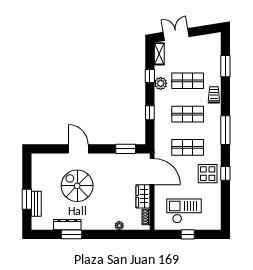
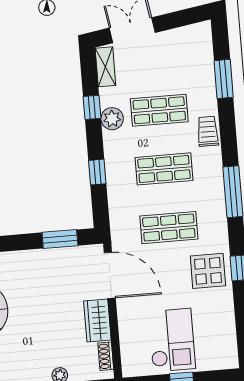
checkout: (184, 211) -> (172, 340), turned 90

